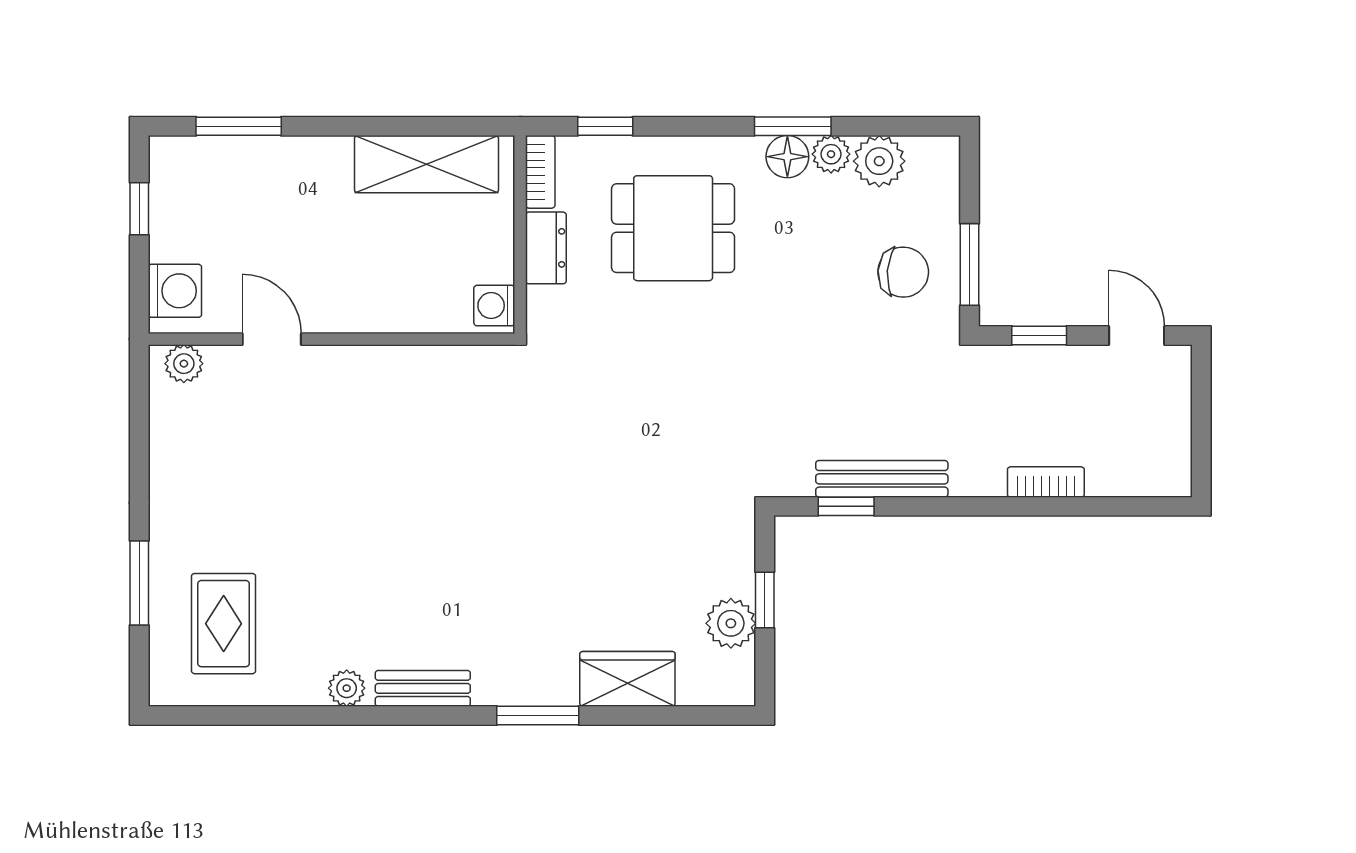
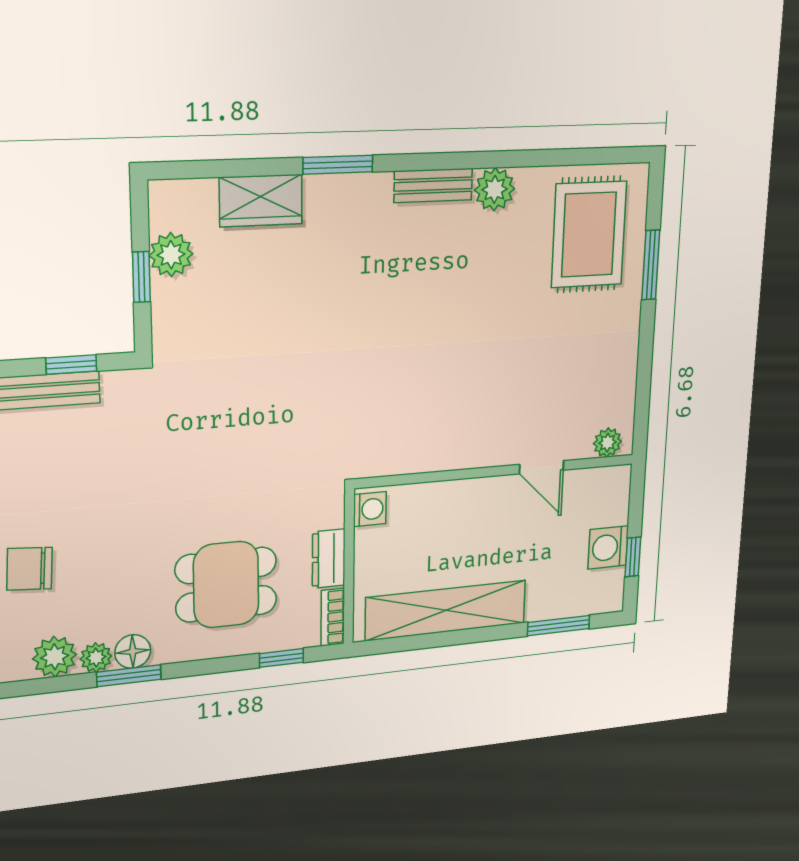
shelving: (427, 164) -> (446, 610), width x1.47
washing machine: (175, 291) -> (608, 547), moved
rug: (224, 624) -> (589, 235), width x1.36, depth x1.43
plant: (347, 688) -> (495, 189), width x1.38, depth x1.38

